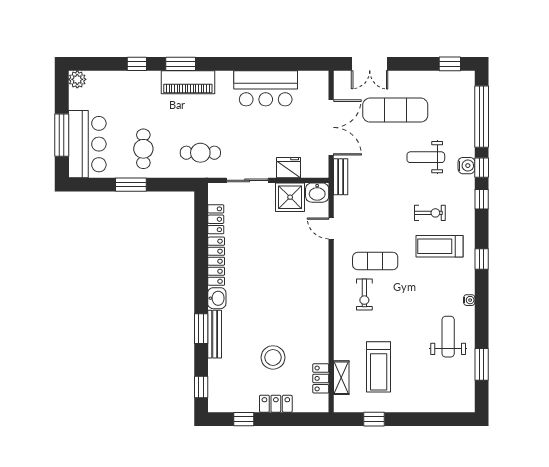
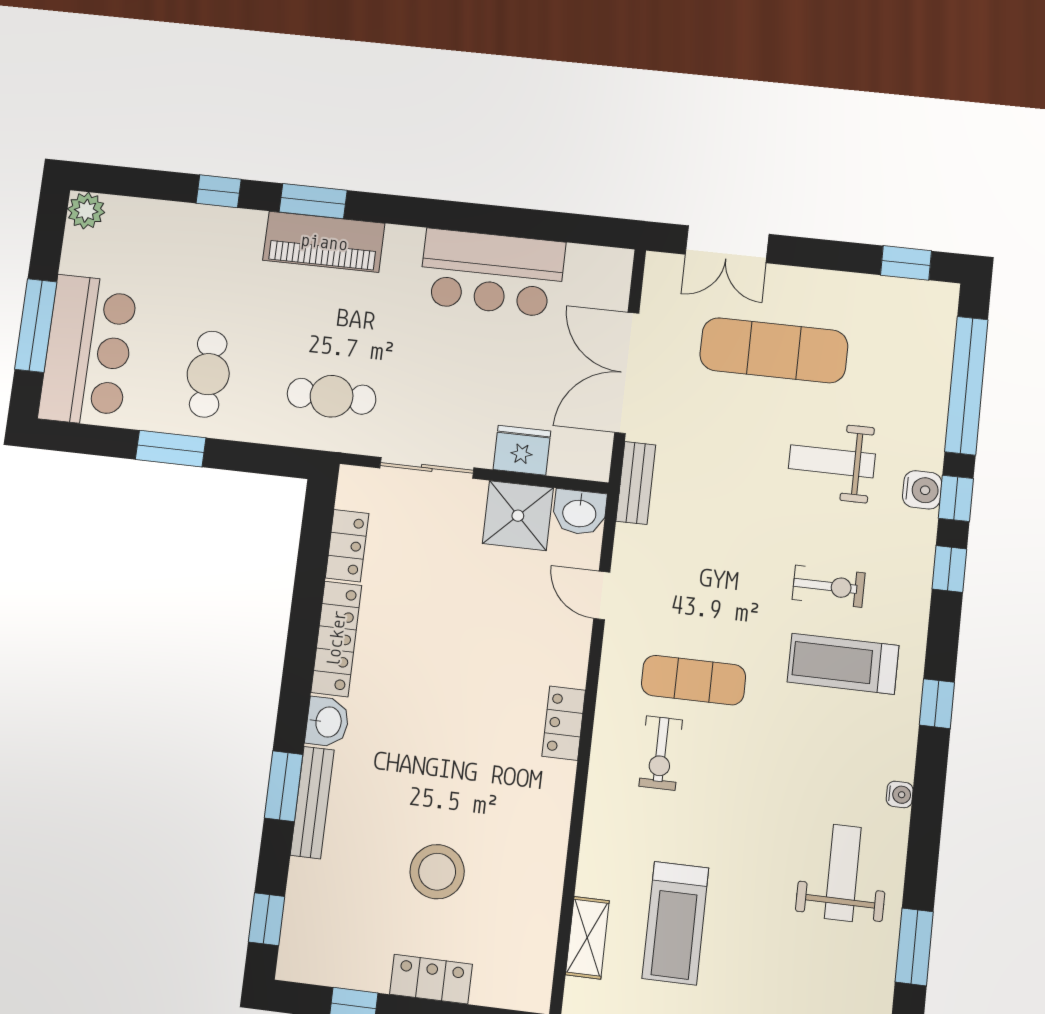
double door: (331, 127) -> (627, 373), swing flipped
locker: (321, 378) -> (564, 723), moved

